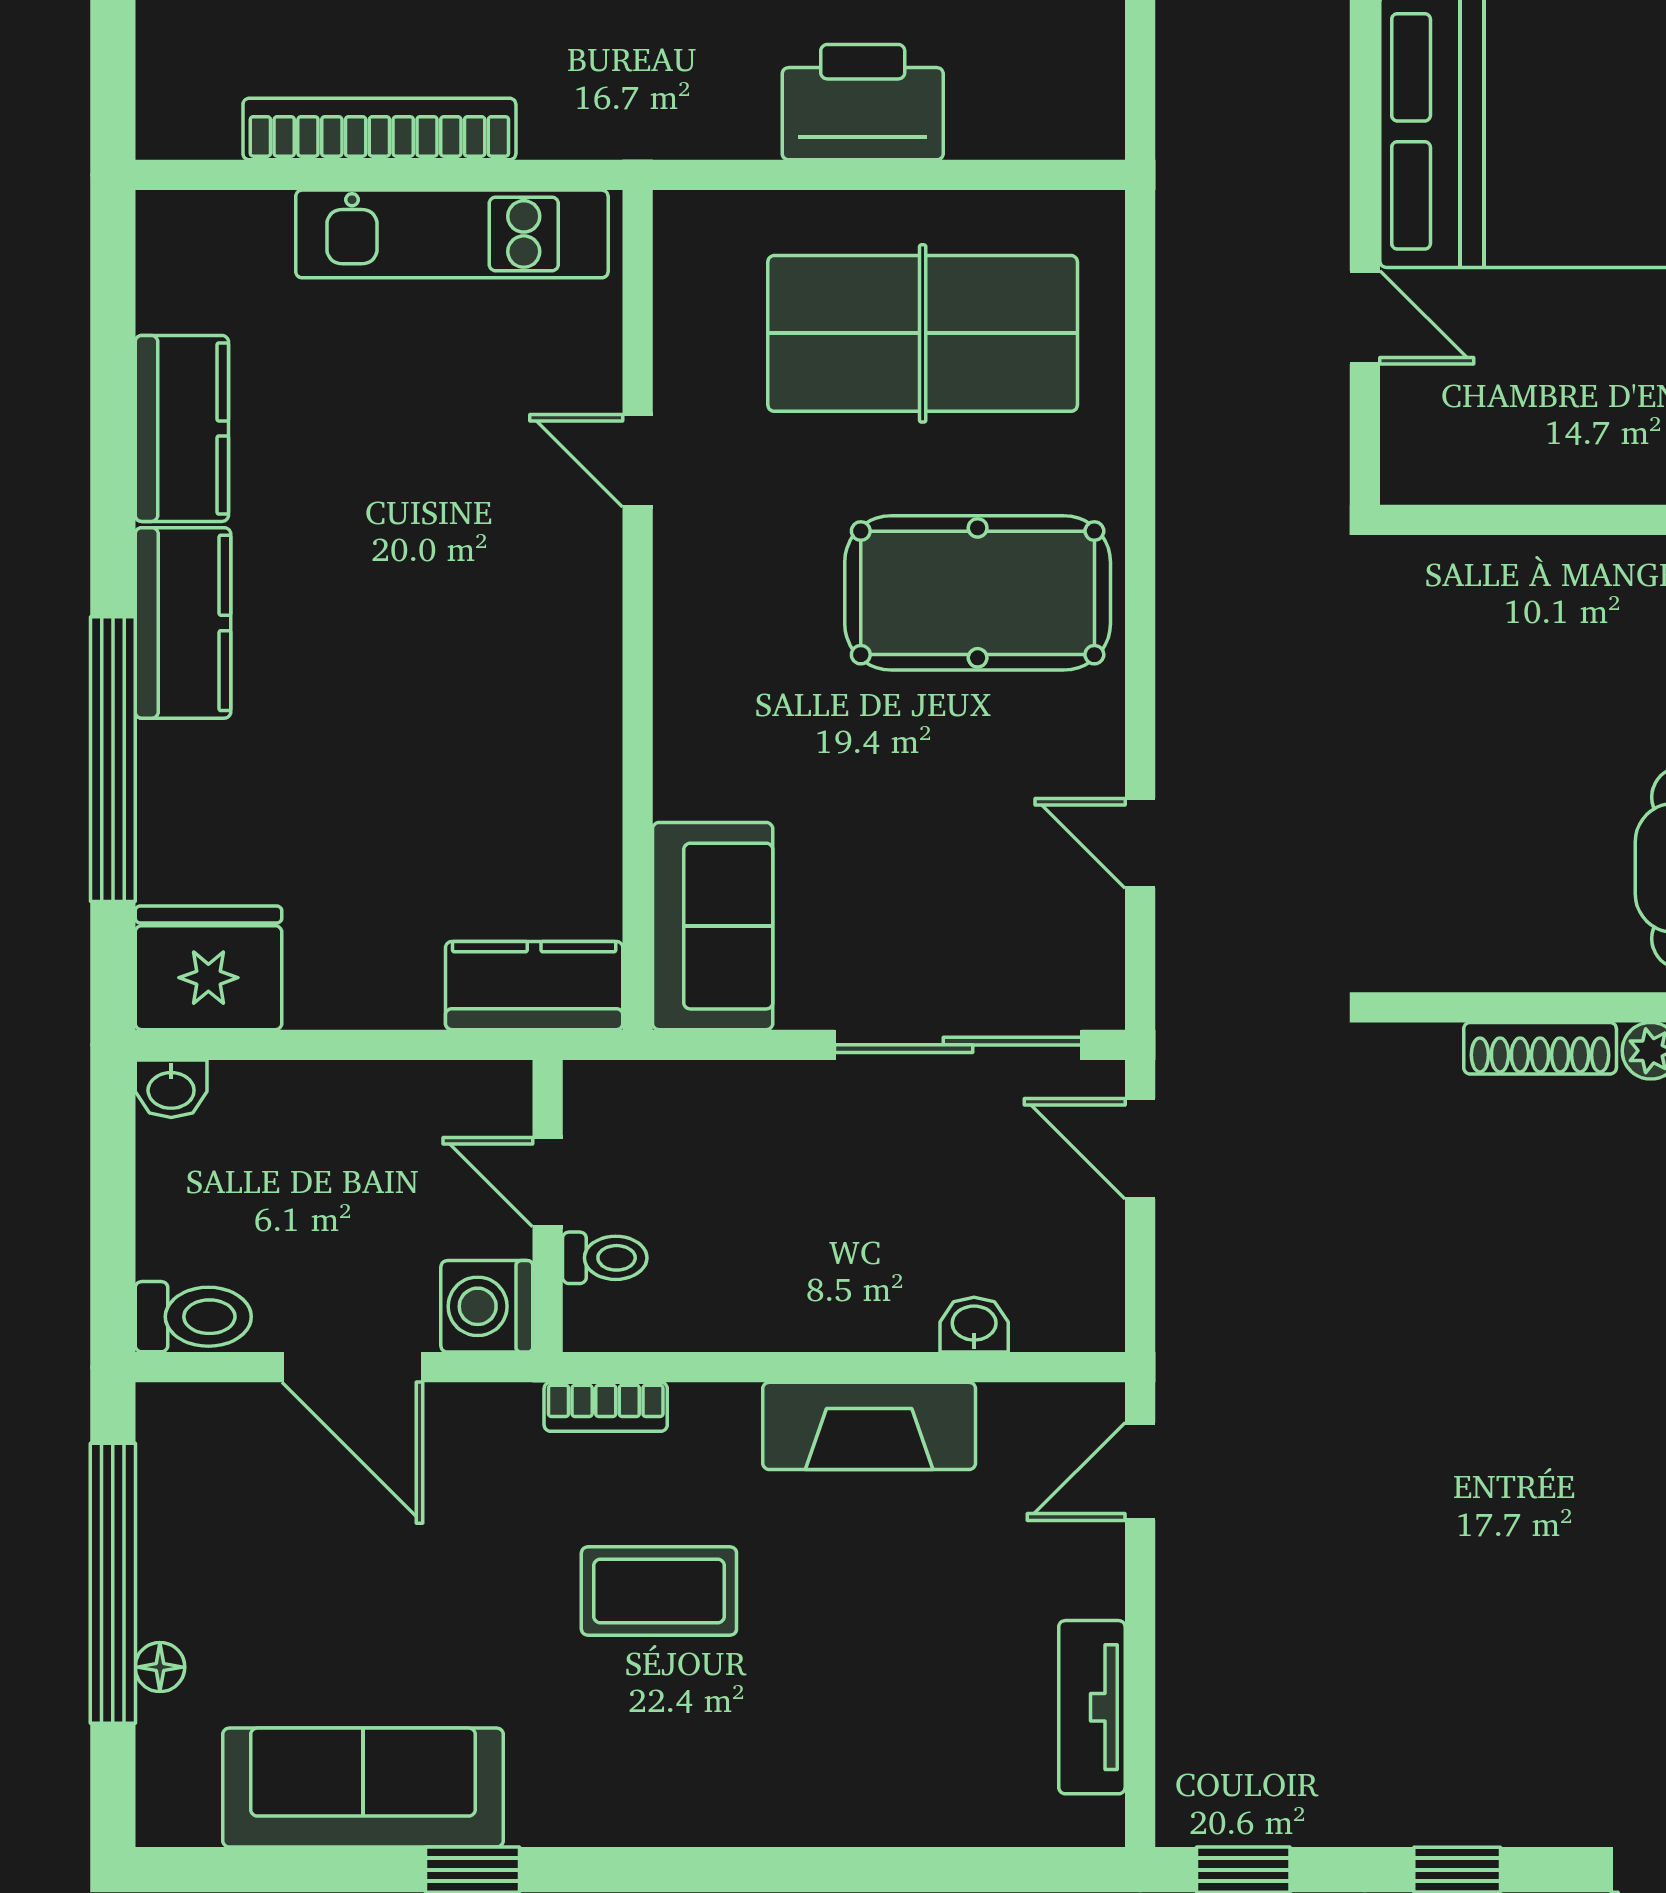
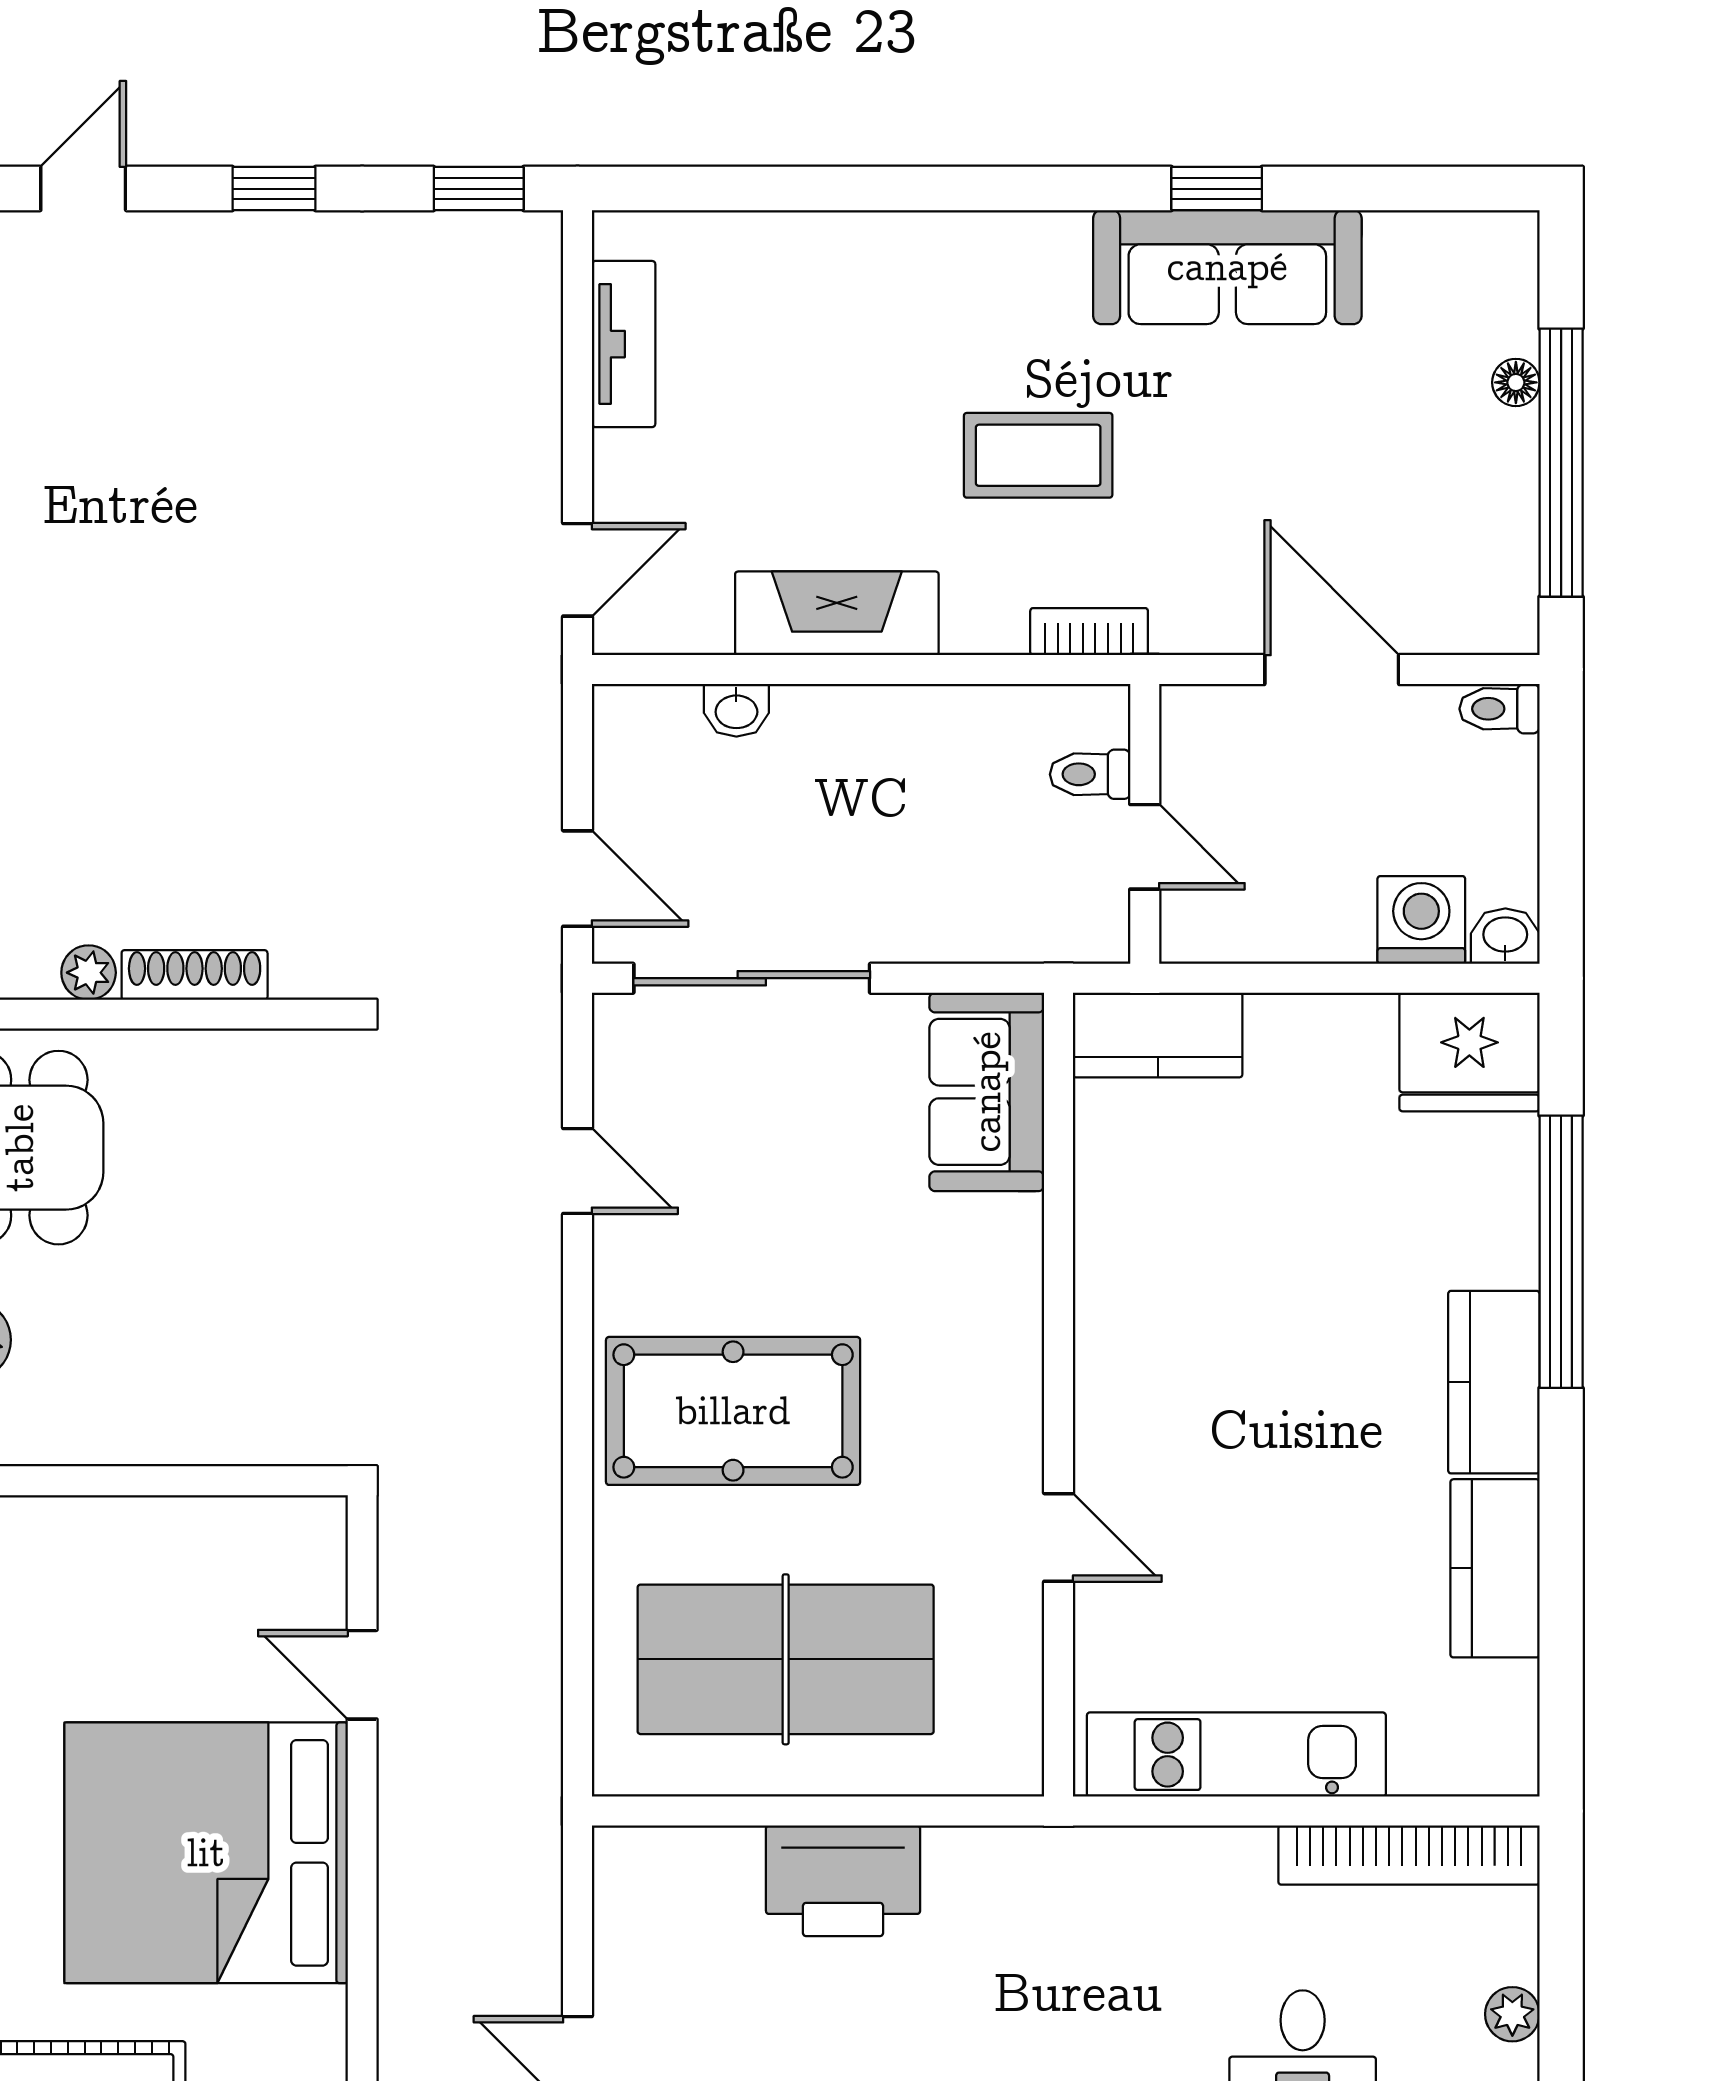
bookcase: (379, 129) -> (1409, 1855), moved
washing machine: (487, 1306) -> (1421, 920), moved, turned -90
toilet: (193, 1317) -> (1499, 709), width x0.73, depth x0.72
sofa: (363, 1788) -> (1227, 267), moved

